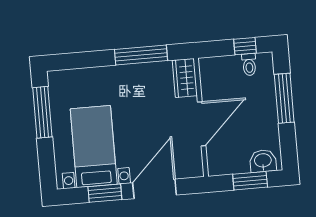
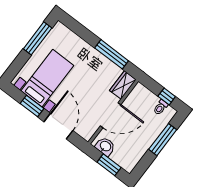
washbasin: (263, 161) -> (105, 146), moved
door: (155, 189) -> (58, 126), hinge flipped

